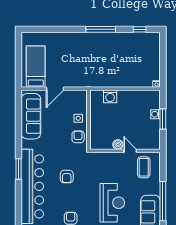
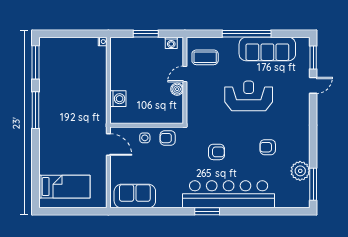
window: (140, 29) -> (35, 62), width x2.17
bed: (36, 67) -> (64, 187), moved, turned 180
door: (55, 89) -> (108, 144), moved
washing machine: (155, 114) -> (171, 43), moved
sofa: (31, 116) -> (135, 196), width x0.73

